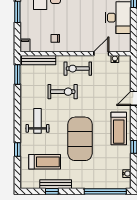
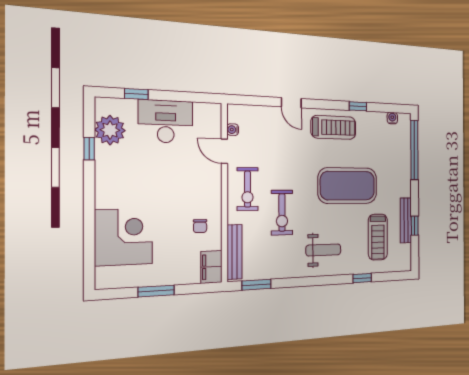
filing cabinet: (25, 45) -> (212, 267), width x2.00
exercise bike: (63, 92) -> (282, 213), turned 180
weight bench: (37, 121) -> (323, 250), turned 180
treadmill: (45, 162) -> (378, 237), turned 180

